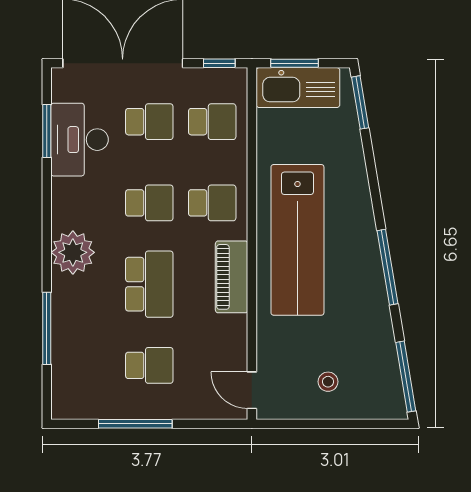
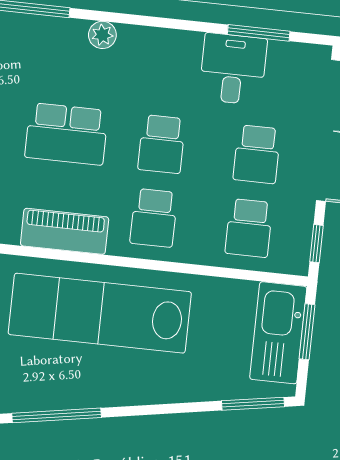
desk: (80, 140) -> (233, 69), width x0.73
plant: (73, 252) -> (102, 35), width x0.53, depth x0.53

